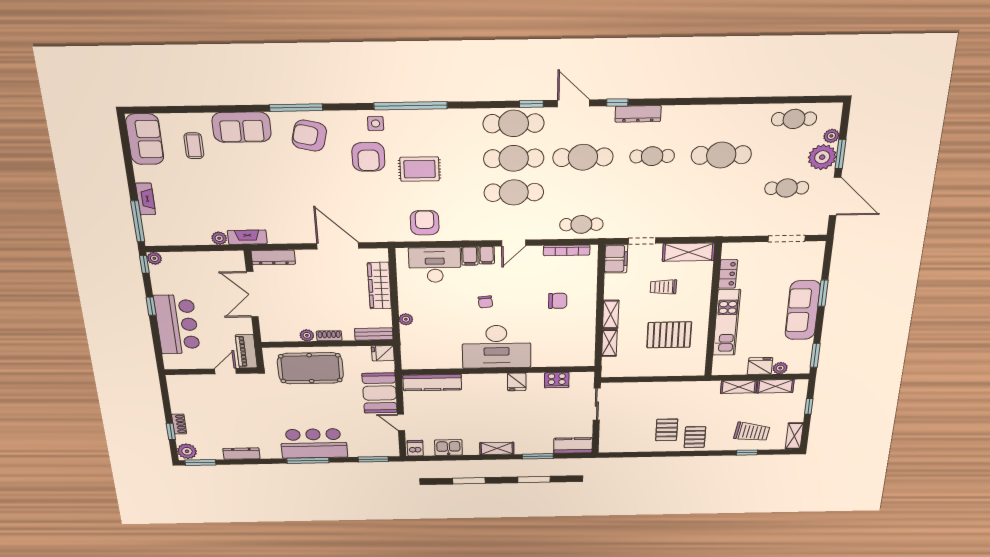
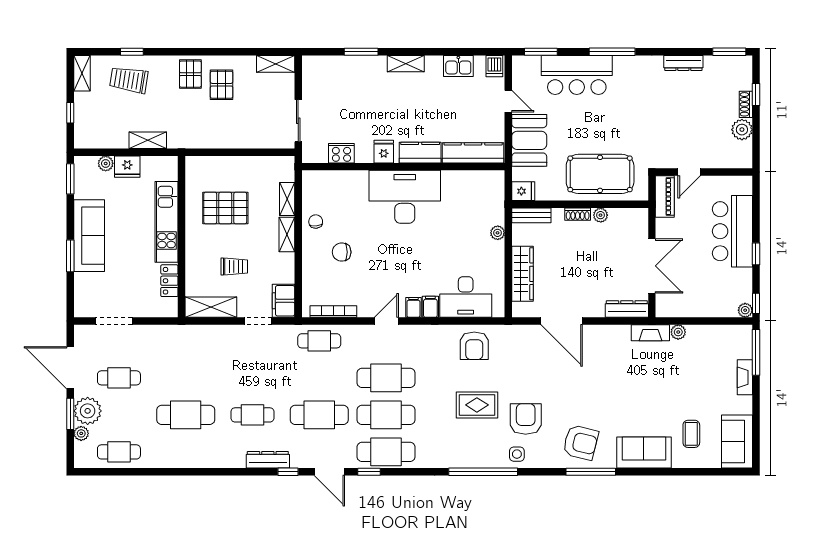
chair: (485, 302) -> (316, 222), moved
shelving: (775, 386) -> (276, 64), moved
bar counter: (314, 443) -> (577, 75), moved
kitchen counter: (573, 446) -> (420, 153), moved, turned 180
plant: (187, 451) -> (742, 130), moved

